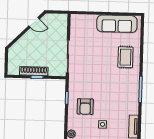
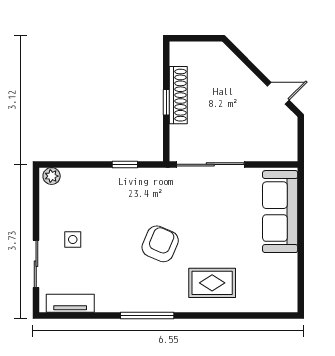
door: (34, 22) -> (278, 93), swing flipped
sofa: (117, 24) -> (280, 212), moved
armchair: (85, 107) -> (160, 244), moved, turned 113

